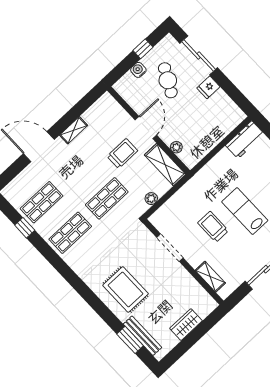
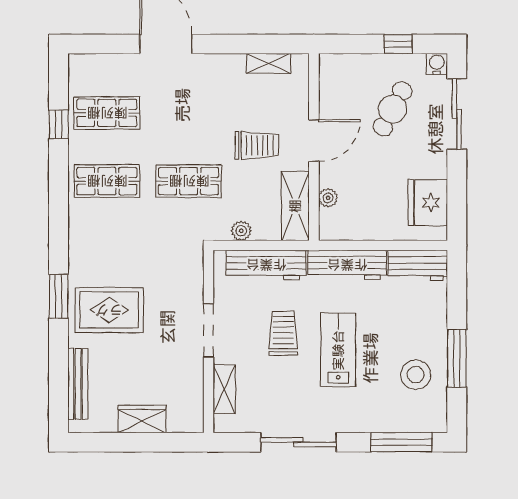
water cooler: (138, 70) -> (437, 64), moved
fridge: (208, 87) -> (428, 203), moved, width x1.88, depth x1.34
shelving: (74, 130) -> (268, 63), moved
workbench: (213, 169) -> (347, 265), added
workbench: (177, 203) -> (266, 265), added
doorway: (170, 248) -> (208, 330), moved
rug: (126, 290) -> (109, 310), turned 90
window: (130, 340) -> (59, 296), moved

